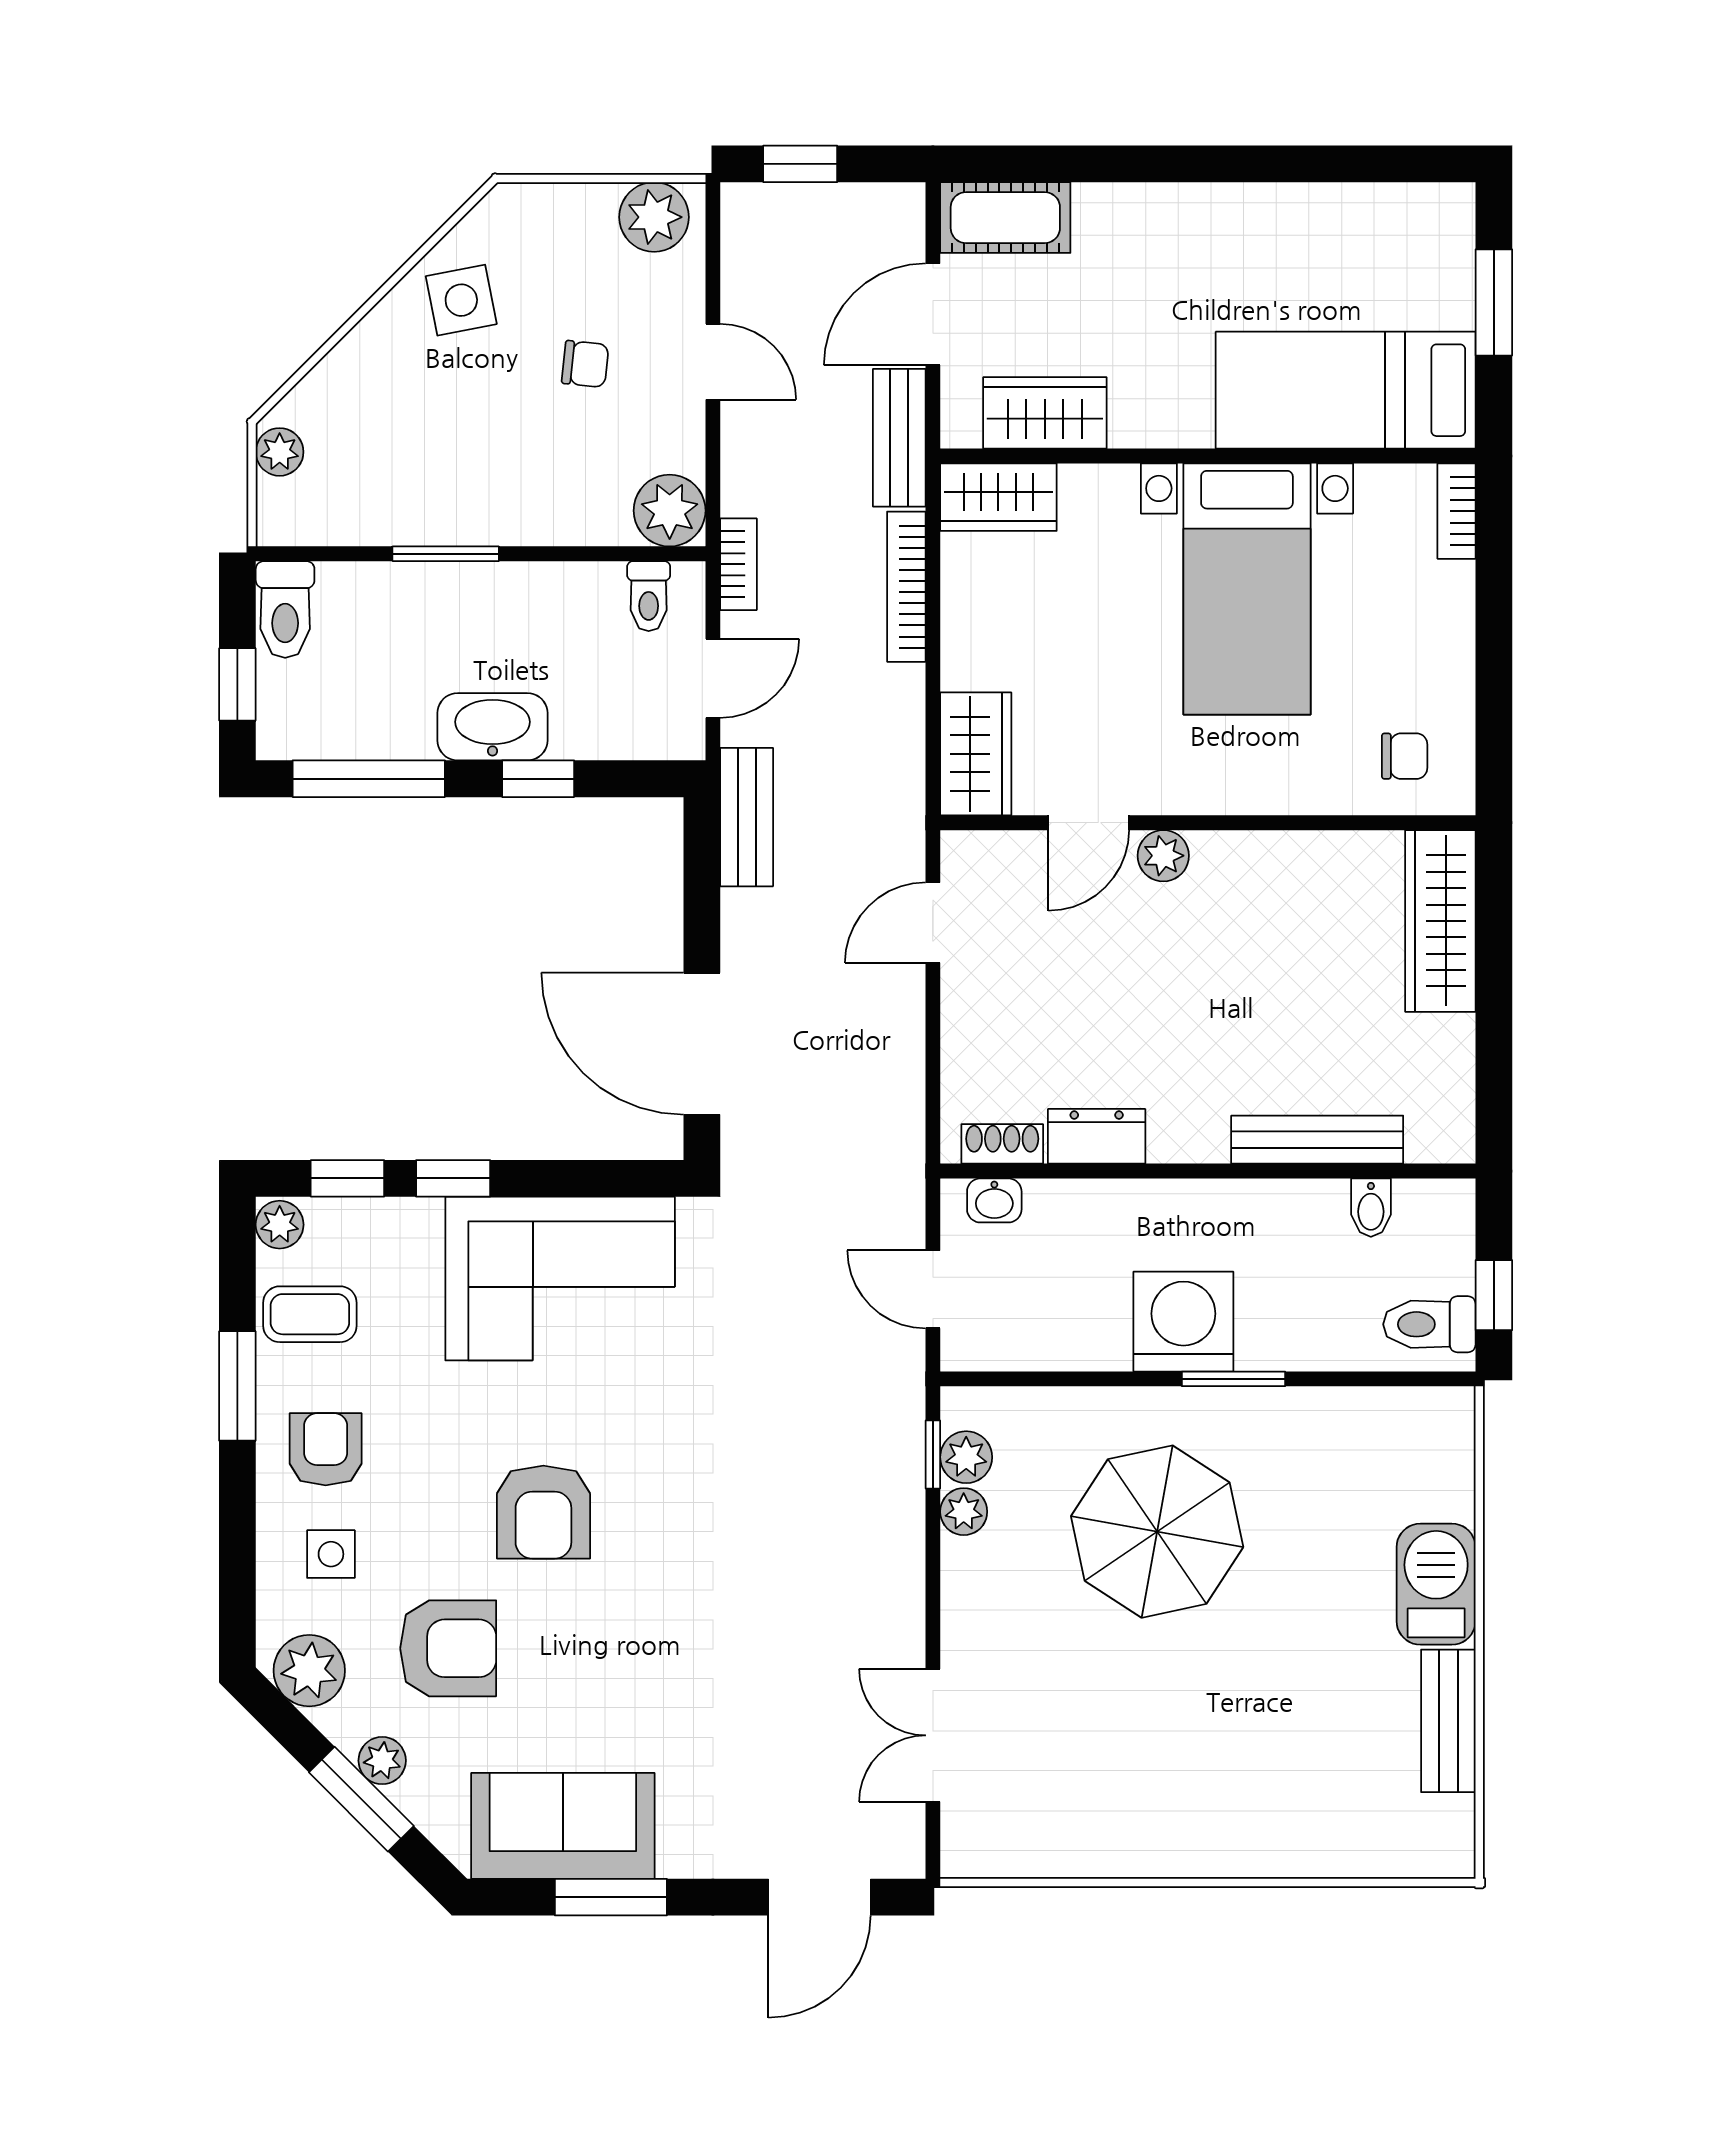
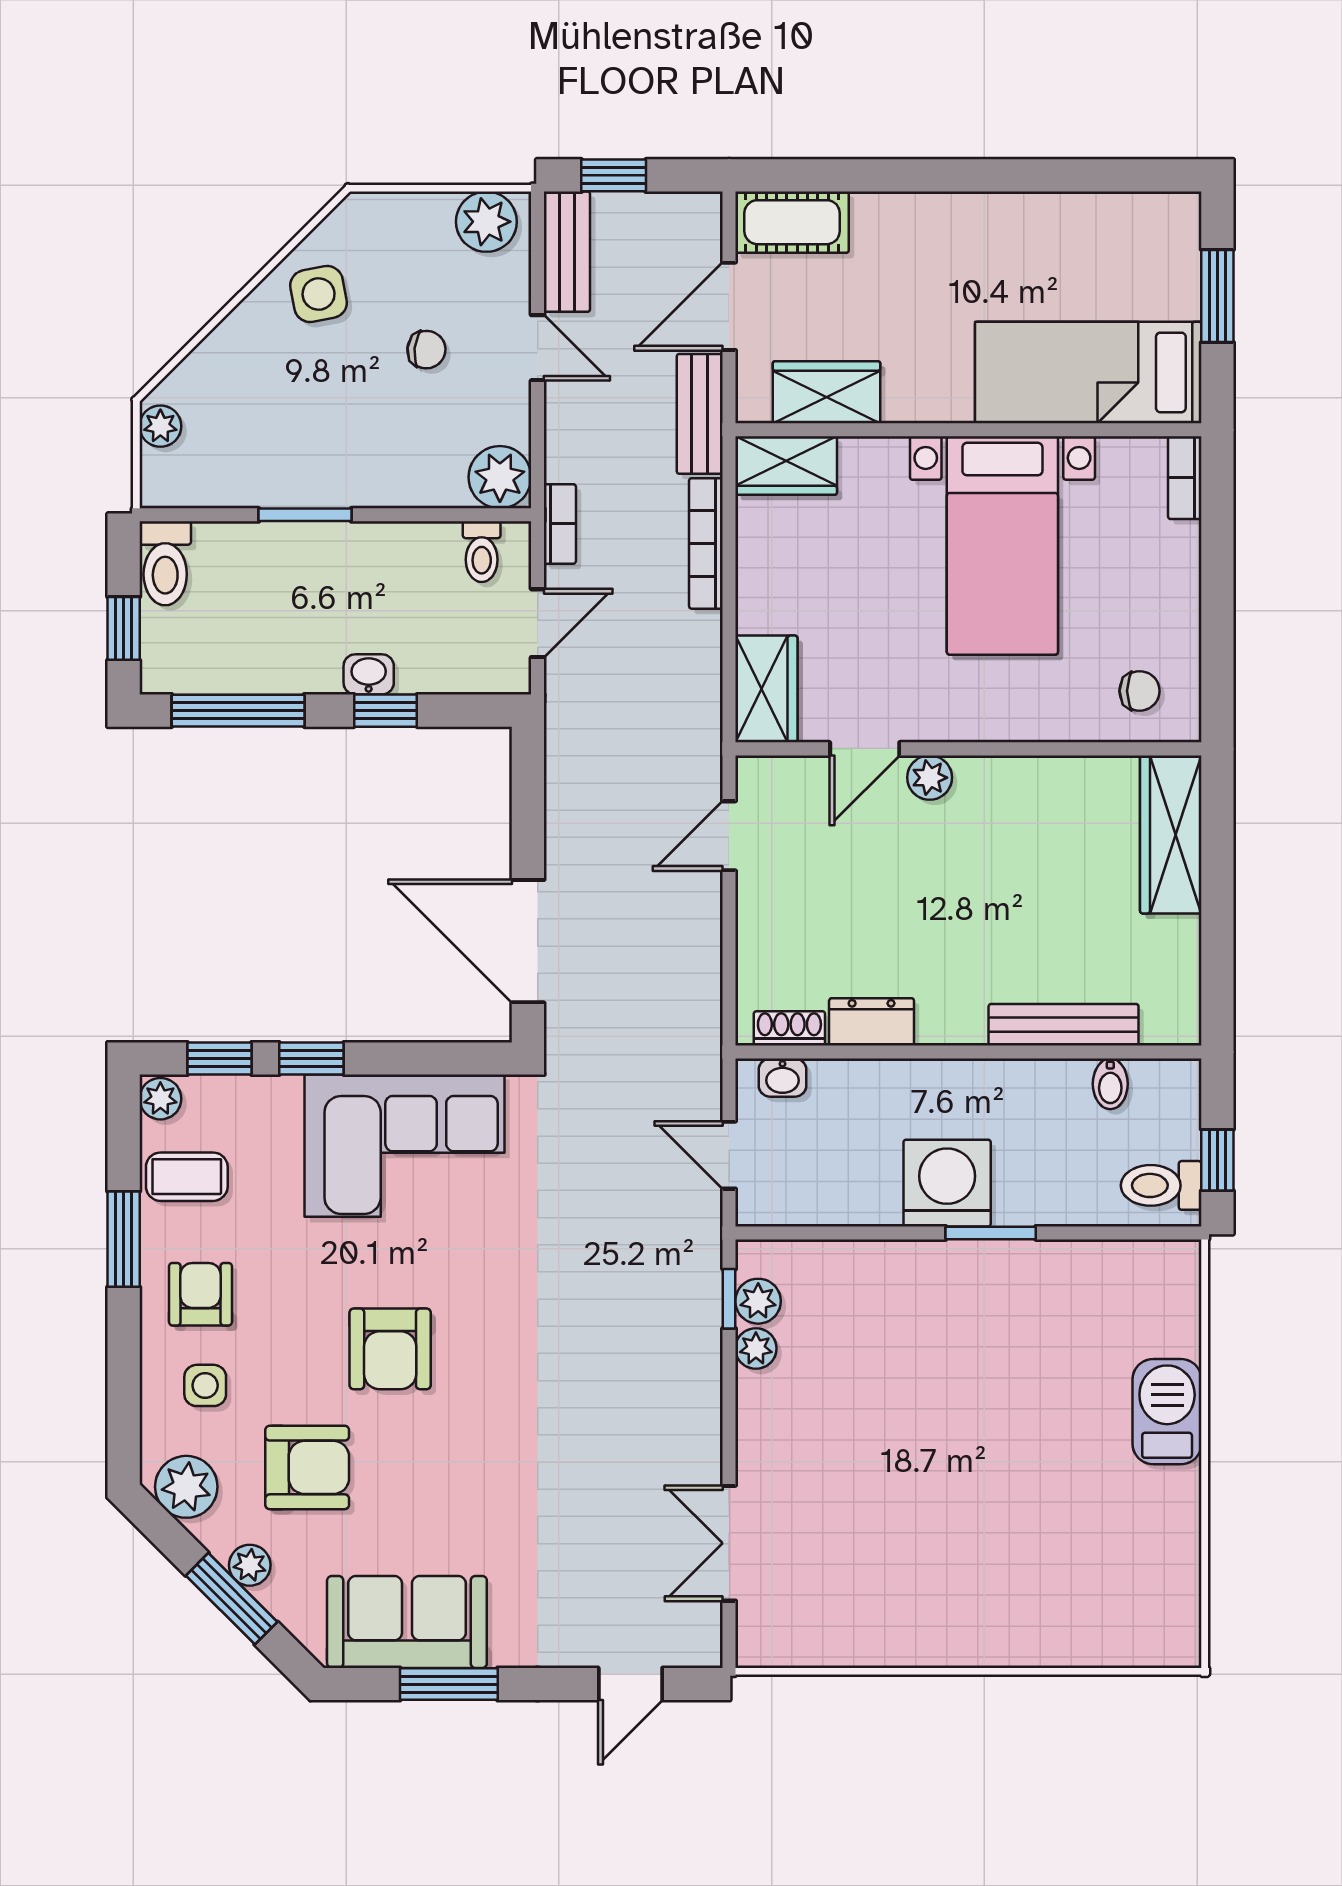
washbasin: (492, 727) -> (369, 674), width x0.52, depth x0.69
bench: (747, 817) -> (567, 252), moved
parasol: (1157, 1532) -> (924, 1366), removed
bench: (1448, 1721) -> (1178, 1531), removed
door: (820, 1897) -> (630, 1684), width x0.73

